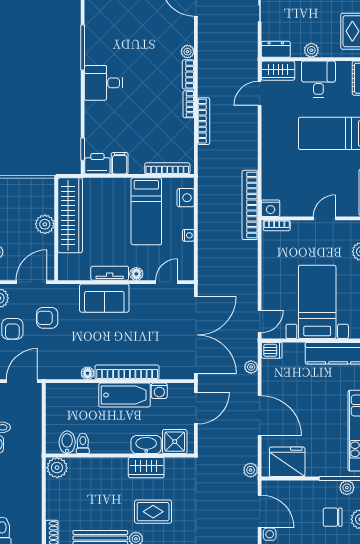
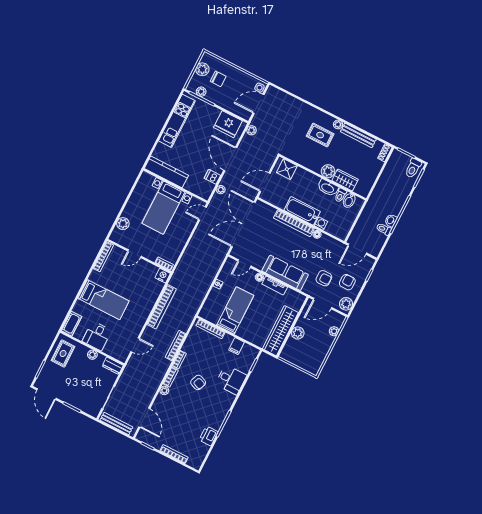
wardrobe: (278, 71) -> (118, 353), removed
desk: (103, 83) -> (231, 380), moved
armchair: (147, 86) -> (198, 382), added
printer: (97, 164) -> (209, 436), moved, turned 90
nightstand: (186, 198) -> (209, 307), removed
bookcase: (250, 205) -> (162, 307), moved
sofa: (104, 298) -> (285, 273), width x1.36
dishwasher: (272, 350) -> (212, 177), moved
washing machine: (159, 391) -> (321, 224), moved
washbasin: (146, 445) -> (328, 188), moved
plant: (57, 468) -> (328, 171), moved
wardrobe: (146, 468) -> (345, 180), moved
door: (260, 511) -> (258, 104), hinge flipped

